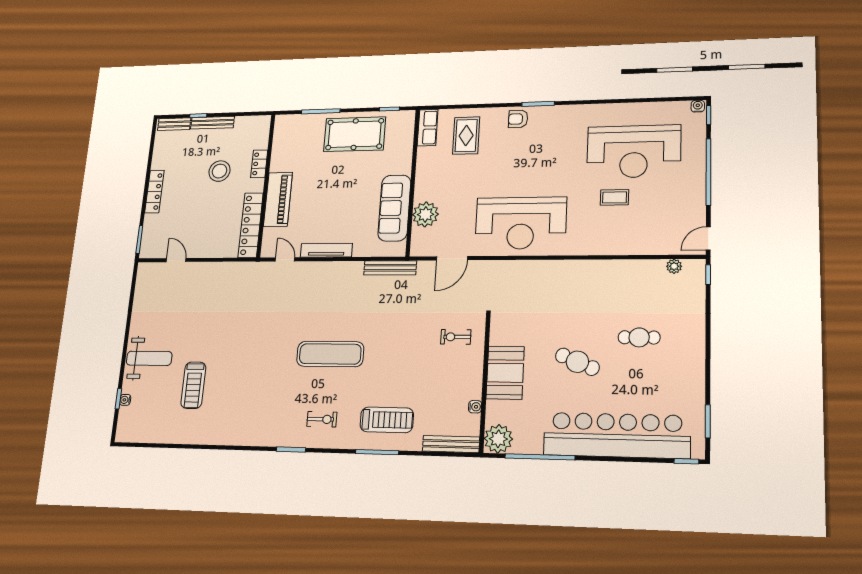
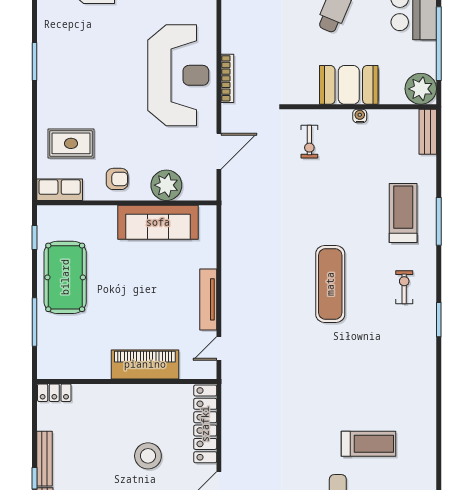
armchair: (518, 119) -> (117, 179), moved, turned -90
locker: (259, 164) -> (54, 393), moved
stool: (219, 171) -> (148, 456), moved
locker: (251, 225) -> (205, 424), moved, turned 90
door: (452, 258) -> (219, 151), hinge flipped
bookcase: (516, 265) -> (227, 78), added
bench: (390, 268) -> (230, 222), removed
water cooler: (475, 407) -> (360, 116), moved
bench: (451, 444) -> (428, 132), width x0.73

